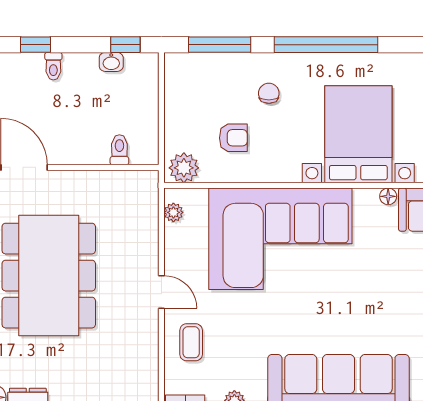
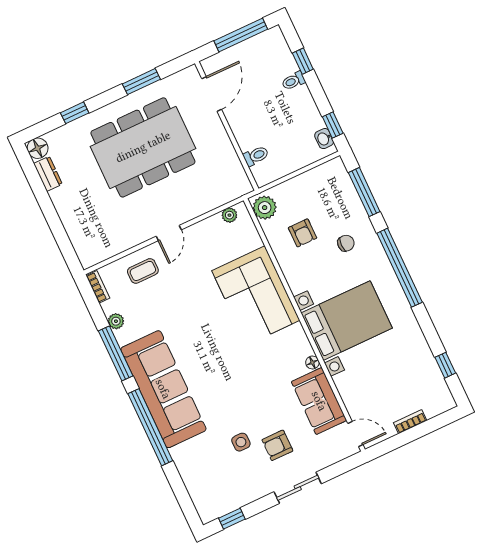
washbasin: (111, 62) -> (324, 139), moved
corner sofa: (280, 239) -> (256, 295), width x0.73, depth x0.74

